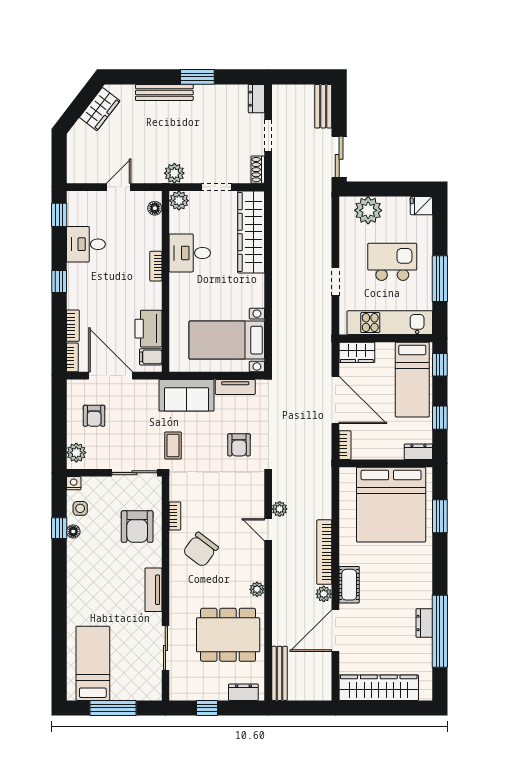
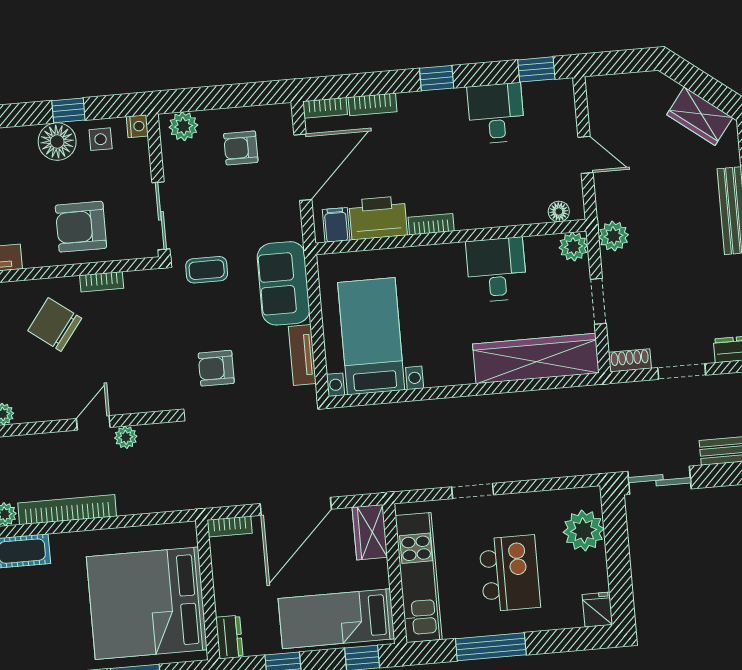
bookcase: (156, 266) -> (431, 224), moved
floor lamp: (73, 531) -> (57, 142), width x1.89, depth x1.89

